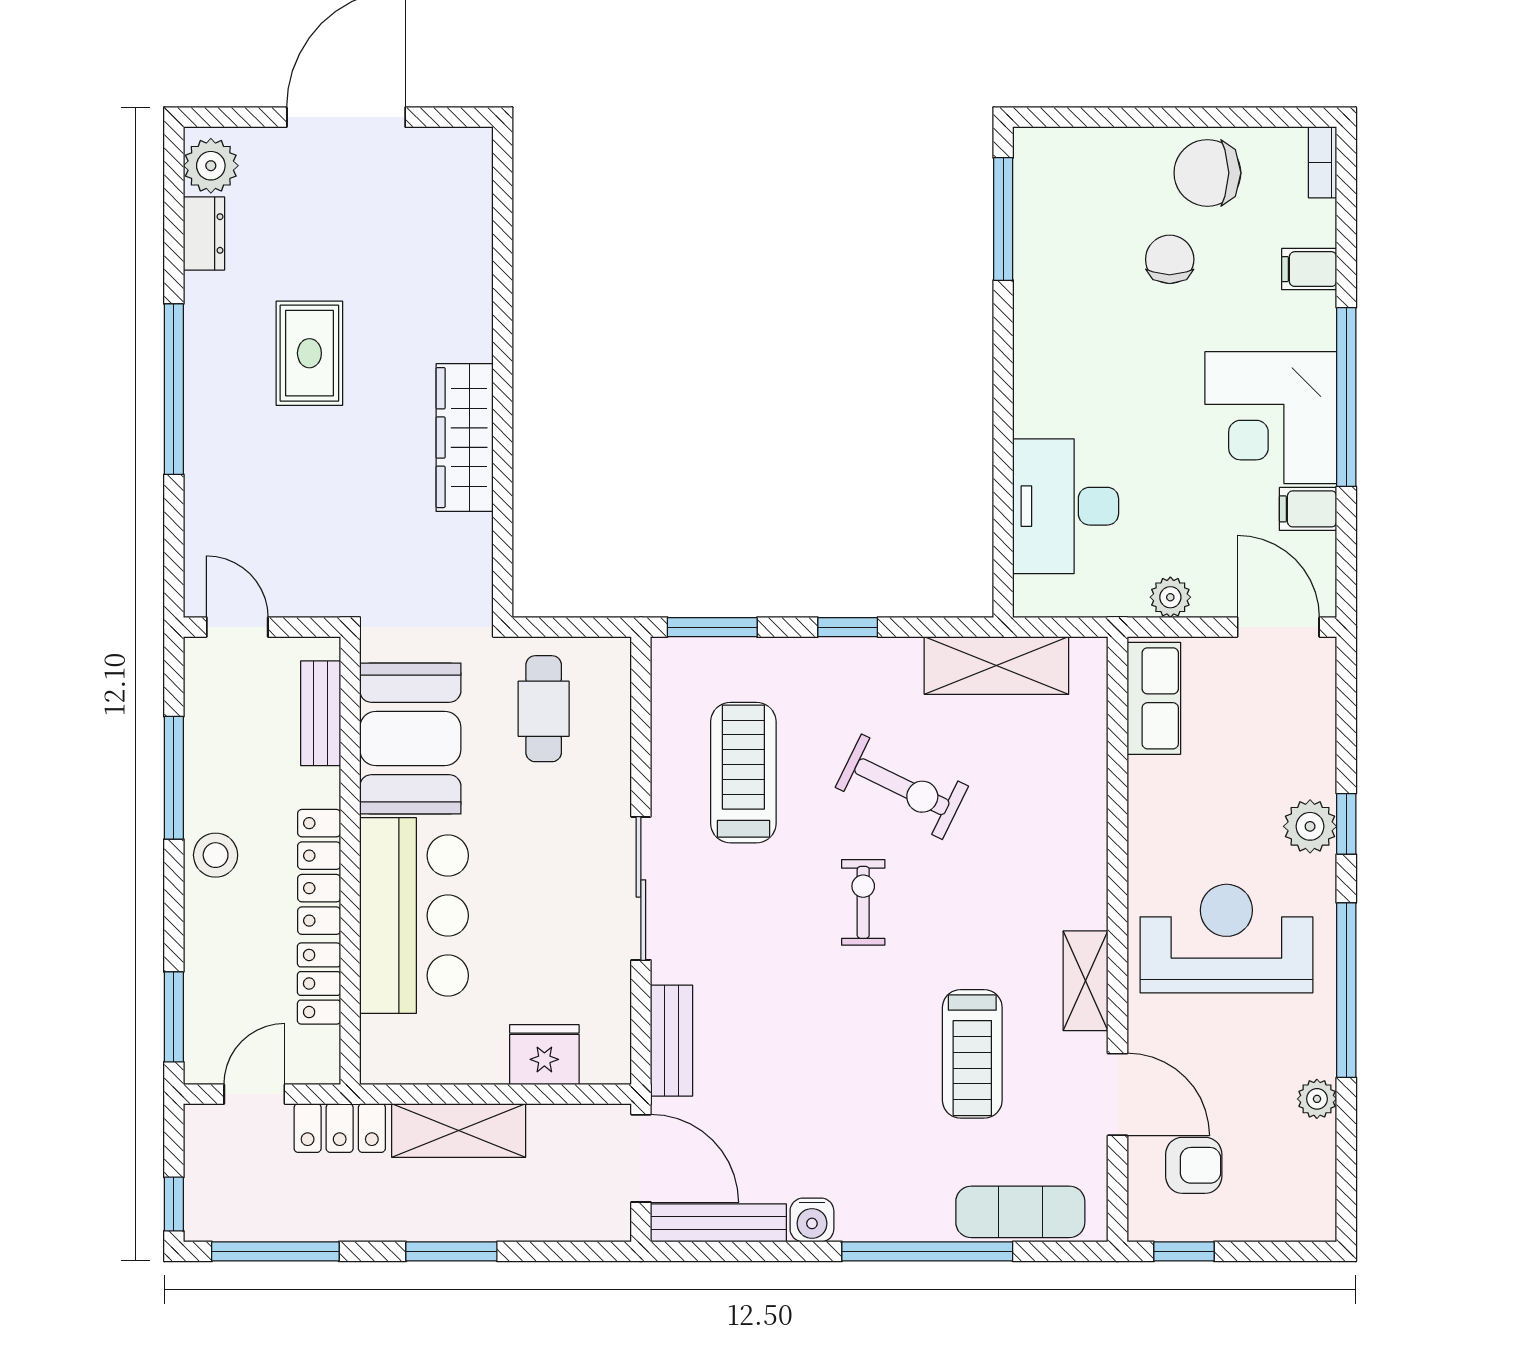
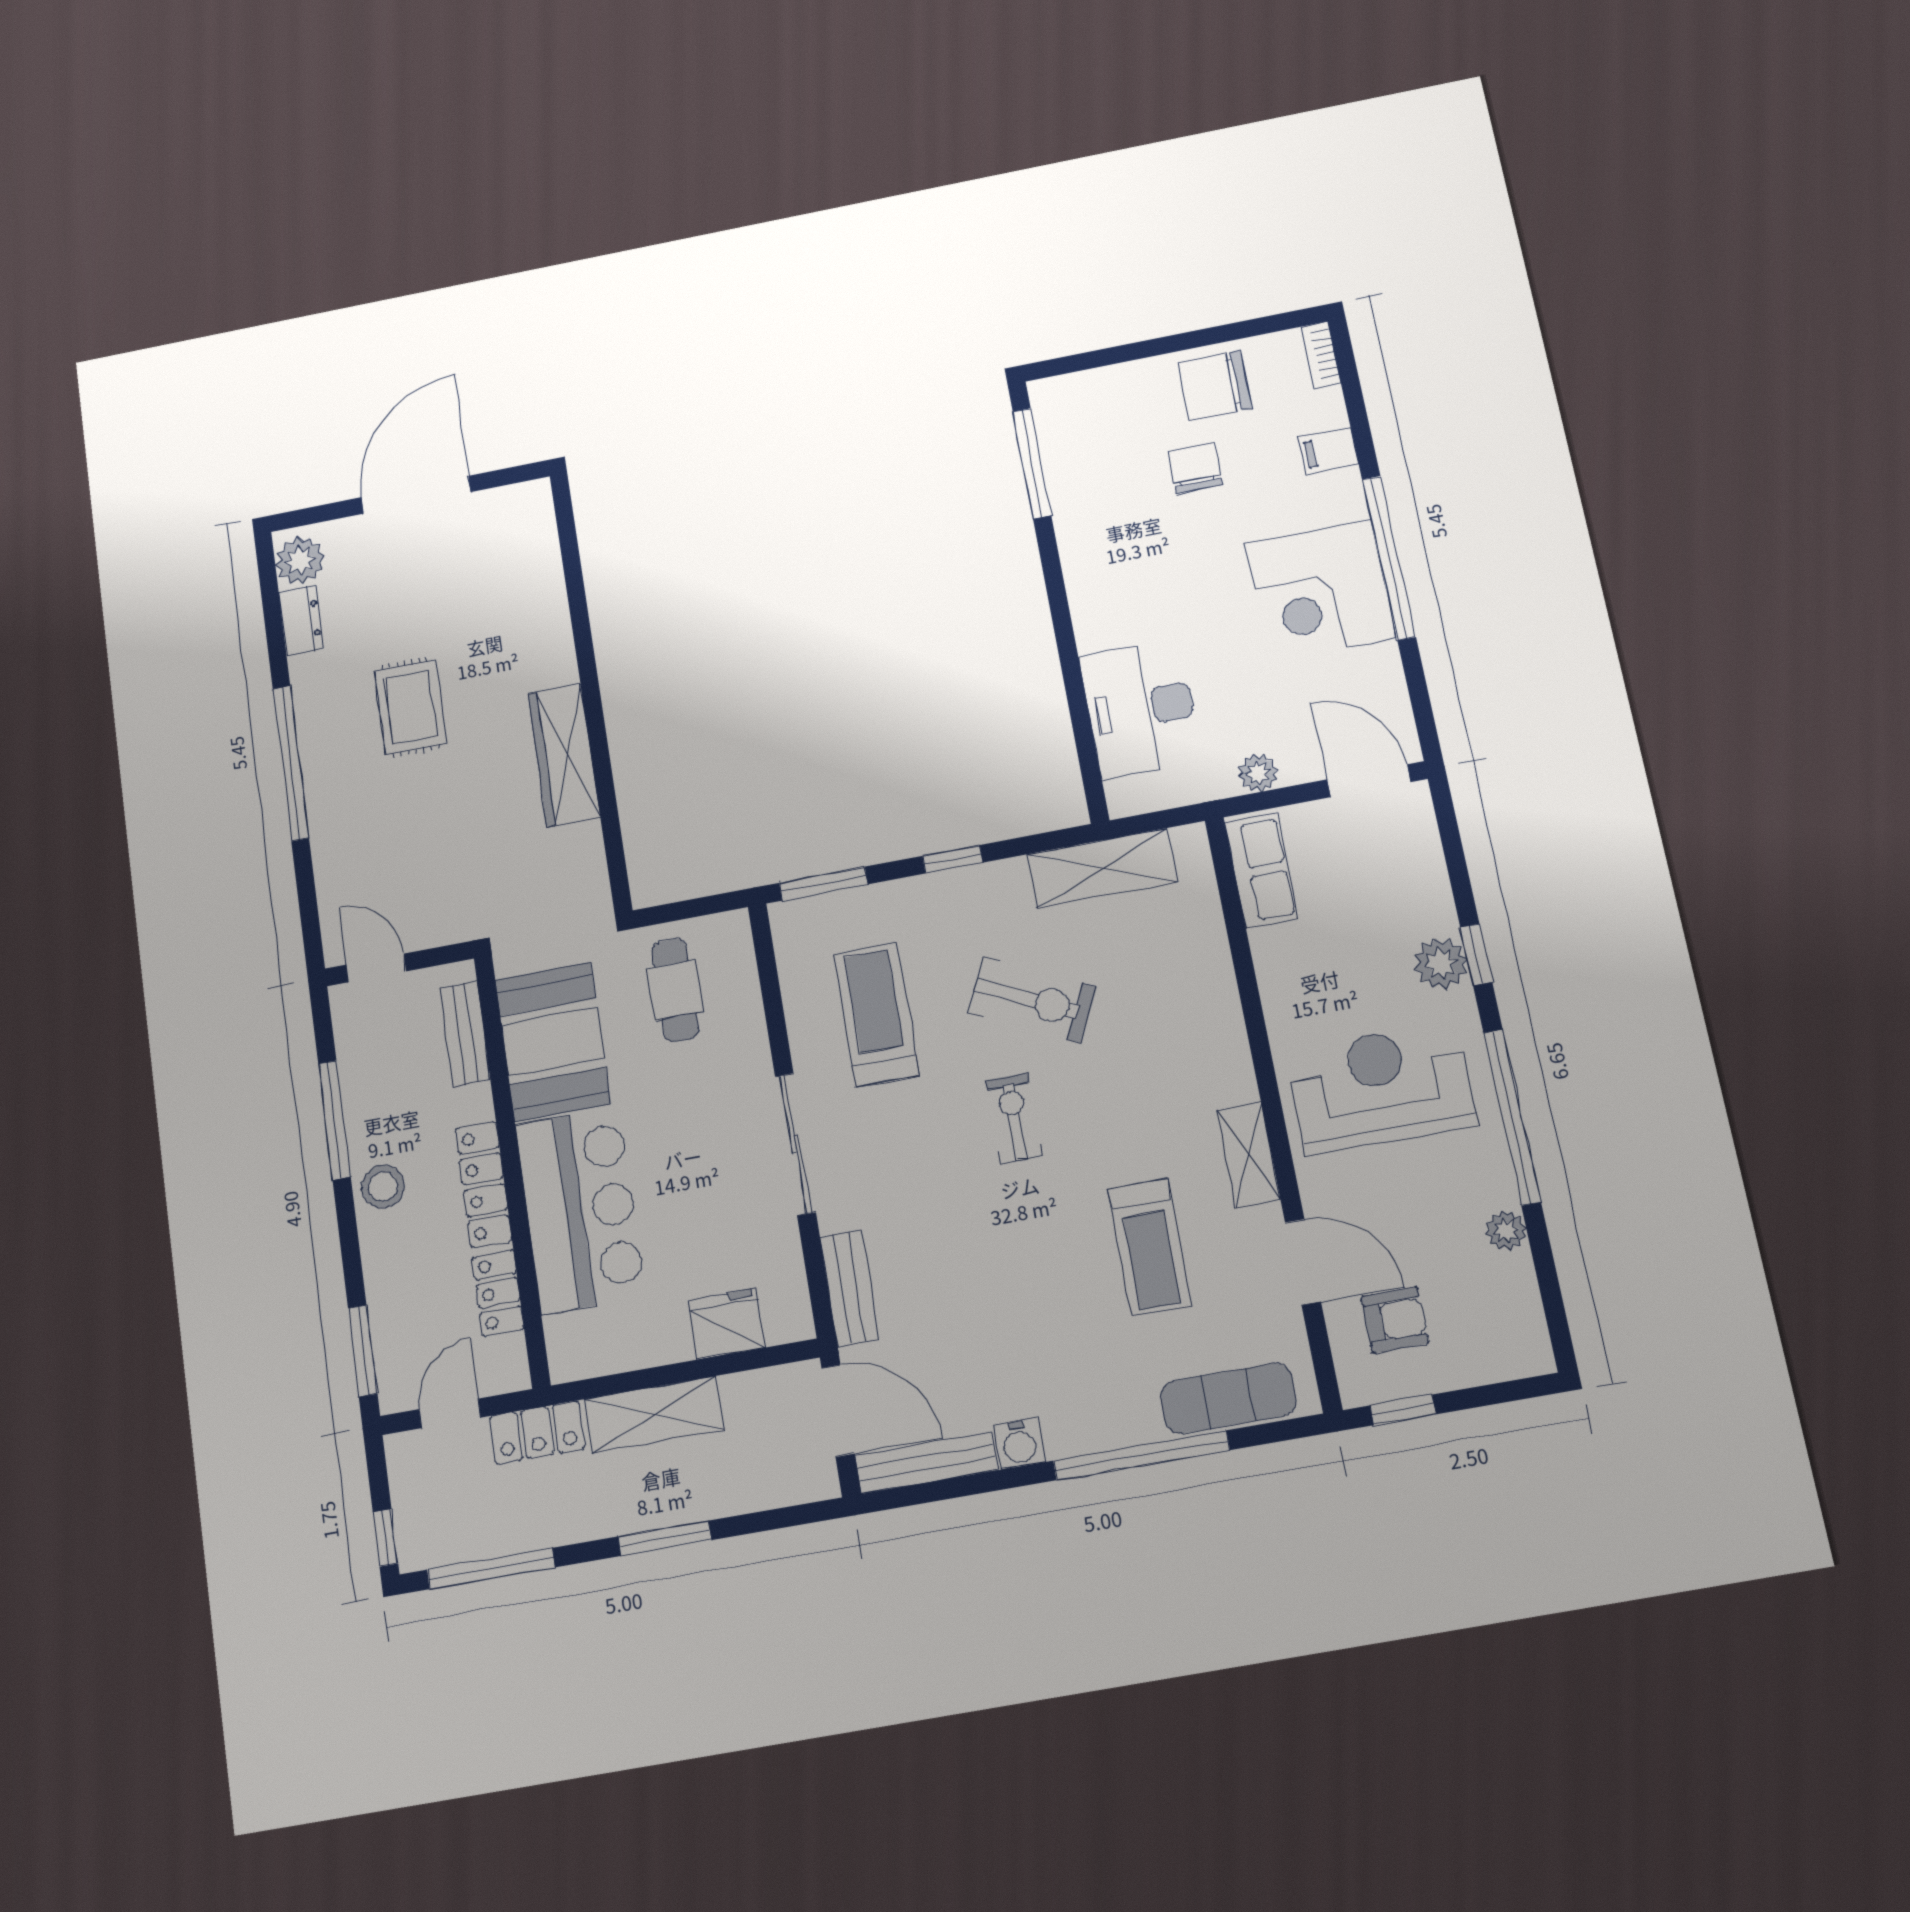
filing cabinet: (1308, 509) -> (1374, 666), removed

